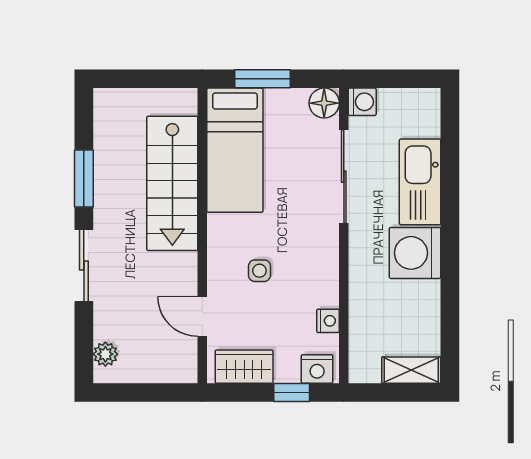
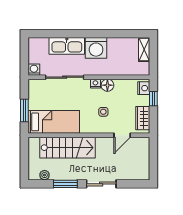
floor lamp: (324, 103) -> (107, 85), moved
nightstand: (328, 321) -> (95, 84), moved
plant: (105, 354) -> (45, 175), moved

